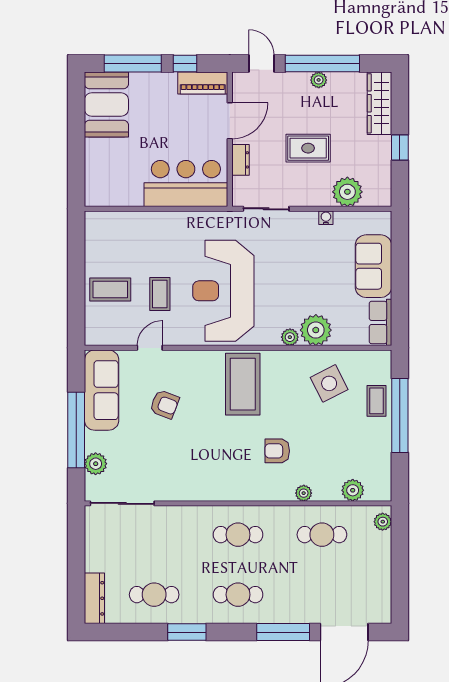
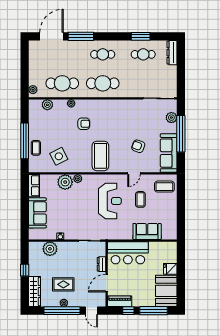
rug: (308, 148) -> (63, 284), moved
fridge: (98, 150) -> (170, 269), added
sofa: (146, 228) -> (147, 231), added
coffee table: (110, 290) -> (164, 187), moved
reception desk: (223, 291) -> (110, 201), width x0.74, depth x0.77
door: (150, 348) -> (134, 173), moved
cafe table: (238, 535) -> (103, 83), width x1.37, depth x1.35
cafe table: (322, 535) -> (62, 83), width x1.37, depth x1.35
window: (187, 632) -> (141, 36), moved

